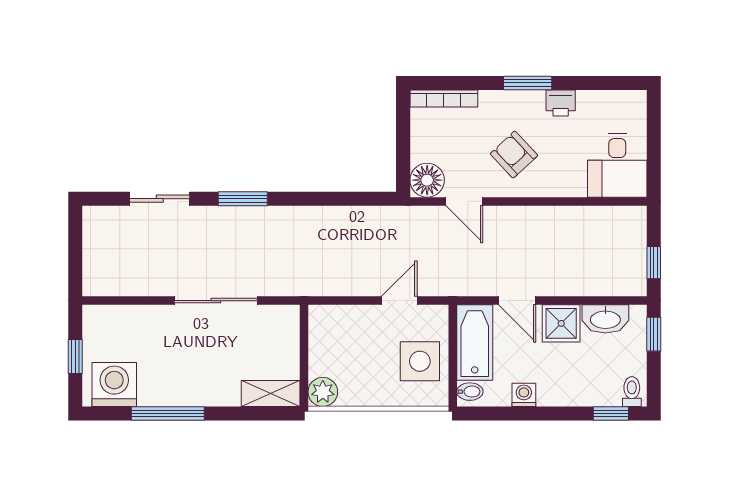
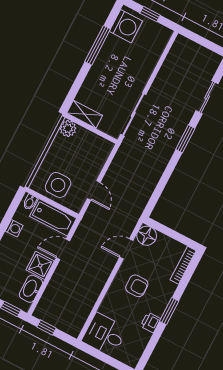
armchair: (514, 155) -> (137, 286), turned 43
sliding door: (216, 301) -> (133, 114), moved
shelving: (271, 393) -> (85, 114), moved, turned 90

